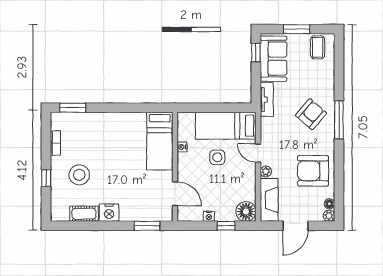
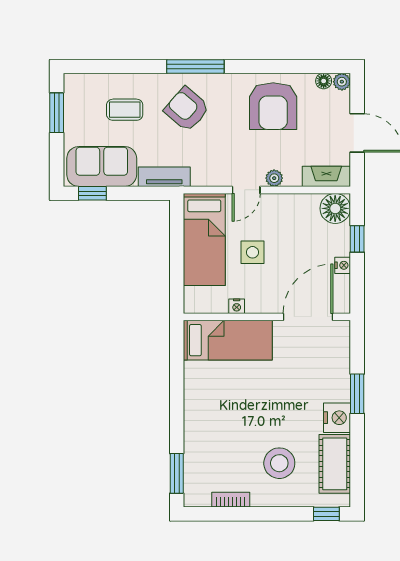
window: (297, 29) -> (57, 113), moved
coffee table: (318, 47) -> (125, 110), moved
window: (46, 178) -> (326, 514), moved
door: (175, 194) -> (308, 317), width x1.36
fireplace: (269, 200) -> (326, 176), width x0.73, depth x0.76
cot: (84, 214) -> (335, 464), width x1.37, depth x1.34
window: (147, 226) -> (357, 394), moved

